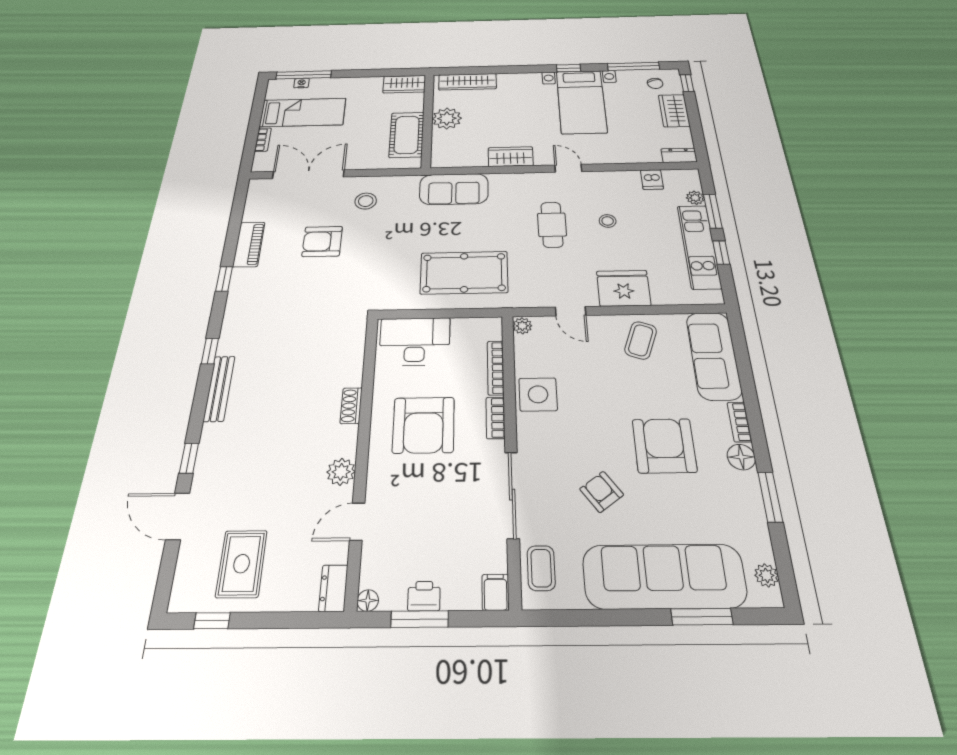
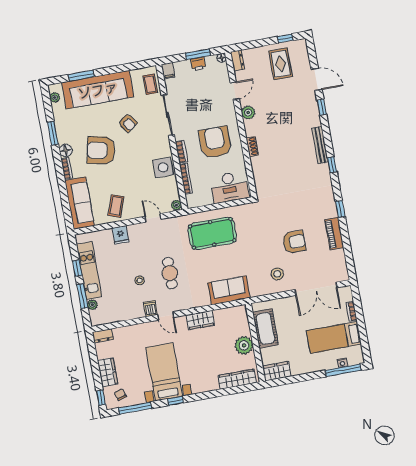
dishwasher: (652, 179) -> (150, 309), moved
fridge: (623, 288) -> (121, 235), width x0.53, depth x0.75
armchair: (664, 446) -> (101, 150), turned 102

